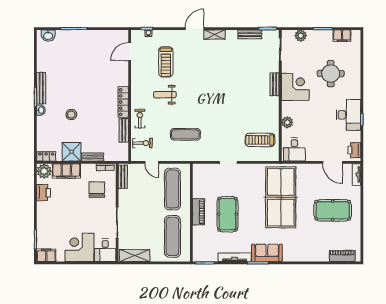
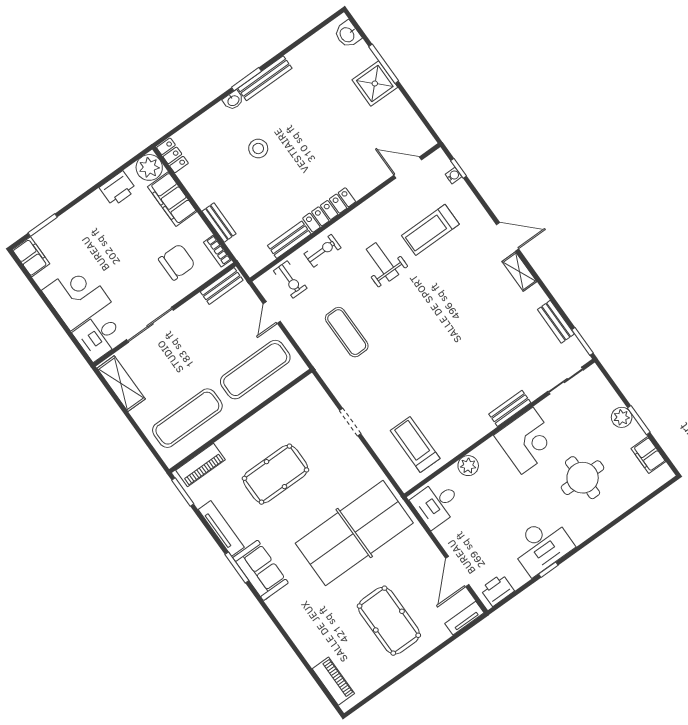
plant: (301, 36) -> (622, 417), moved
shower: (71, 152) -> (375, 83), moved
piano: (198, 212) -> (201, 465), moved

